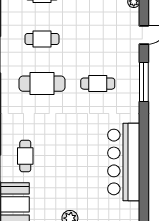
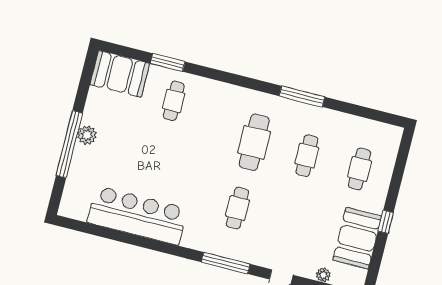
cafe table: (25, 156) -> (174, 101), turned 90

